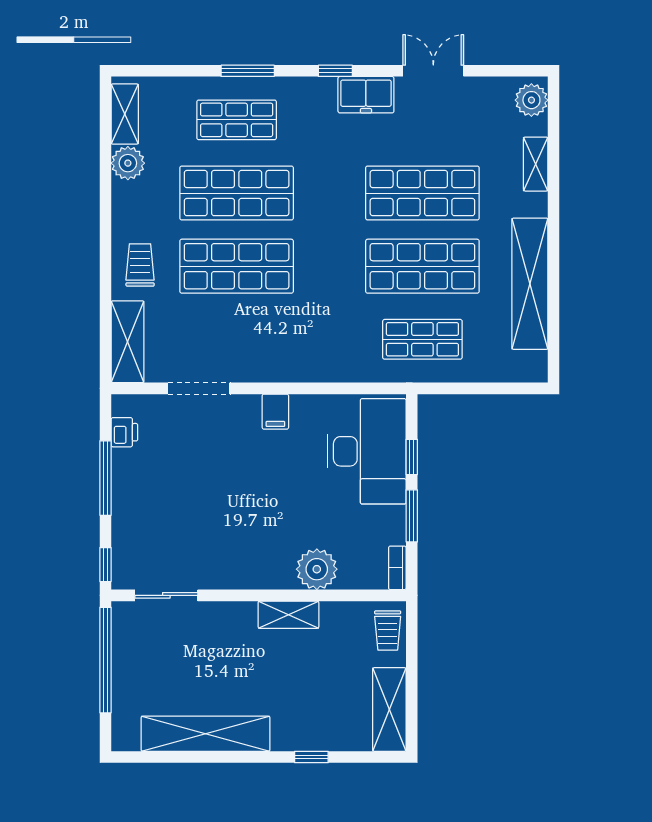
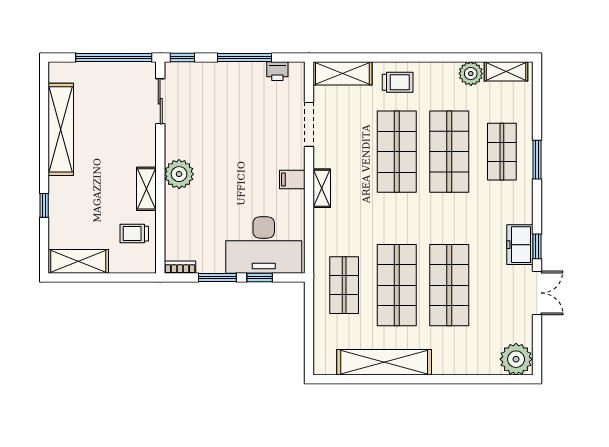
window: (335, 71) -> (537, 246), moved
plant: (531, 100) -> (516, 359), width x1.36, depth x1.36
shelving: (536, 164) -> (322, 188), moved, turned 90
plant: (317, 569) -> (179, 174), moved
trolley: (388, 630) -> (134, 234), moved

